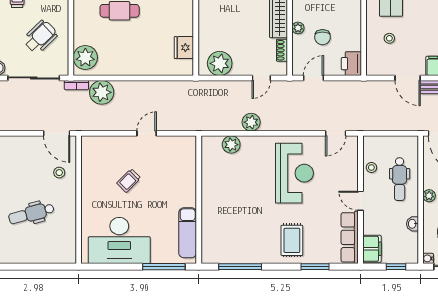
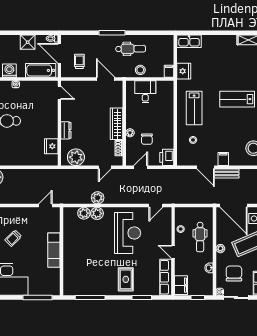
dresser: (205, 24) -> (66, 130), added
door: (147, 133) -> (45, 206), moved
plant: (250, 145) -> (97, 213), added
exam couch: (188, 233) -> (54, 250), moved

